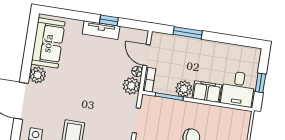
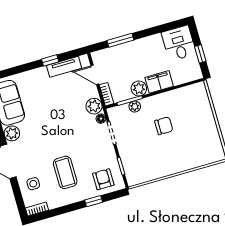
tv unit: (101, 30) -> (64, 67), moved
floor lamp: (137, 71) -> (101, 119), moved
desk: (238, 89) -> (179, 43), moved, turned 180
plant: (171, 105) -> (135, 107), added

